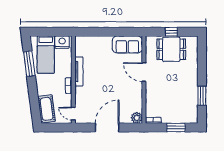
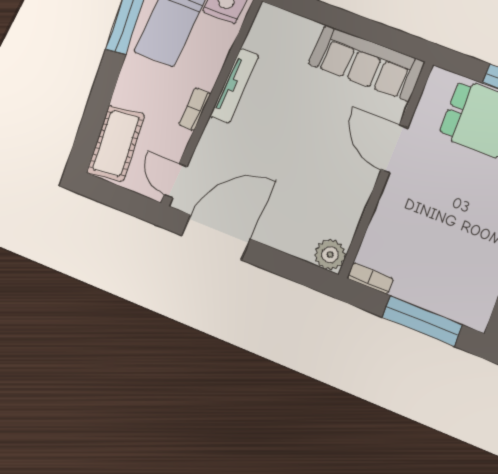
sofa: (127, 44) -> (367, 63), width x1.36
door: (107, 127) -> (216, 237), moved
window: (176, 127) -> (422, 321), width x1.44

